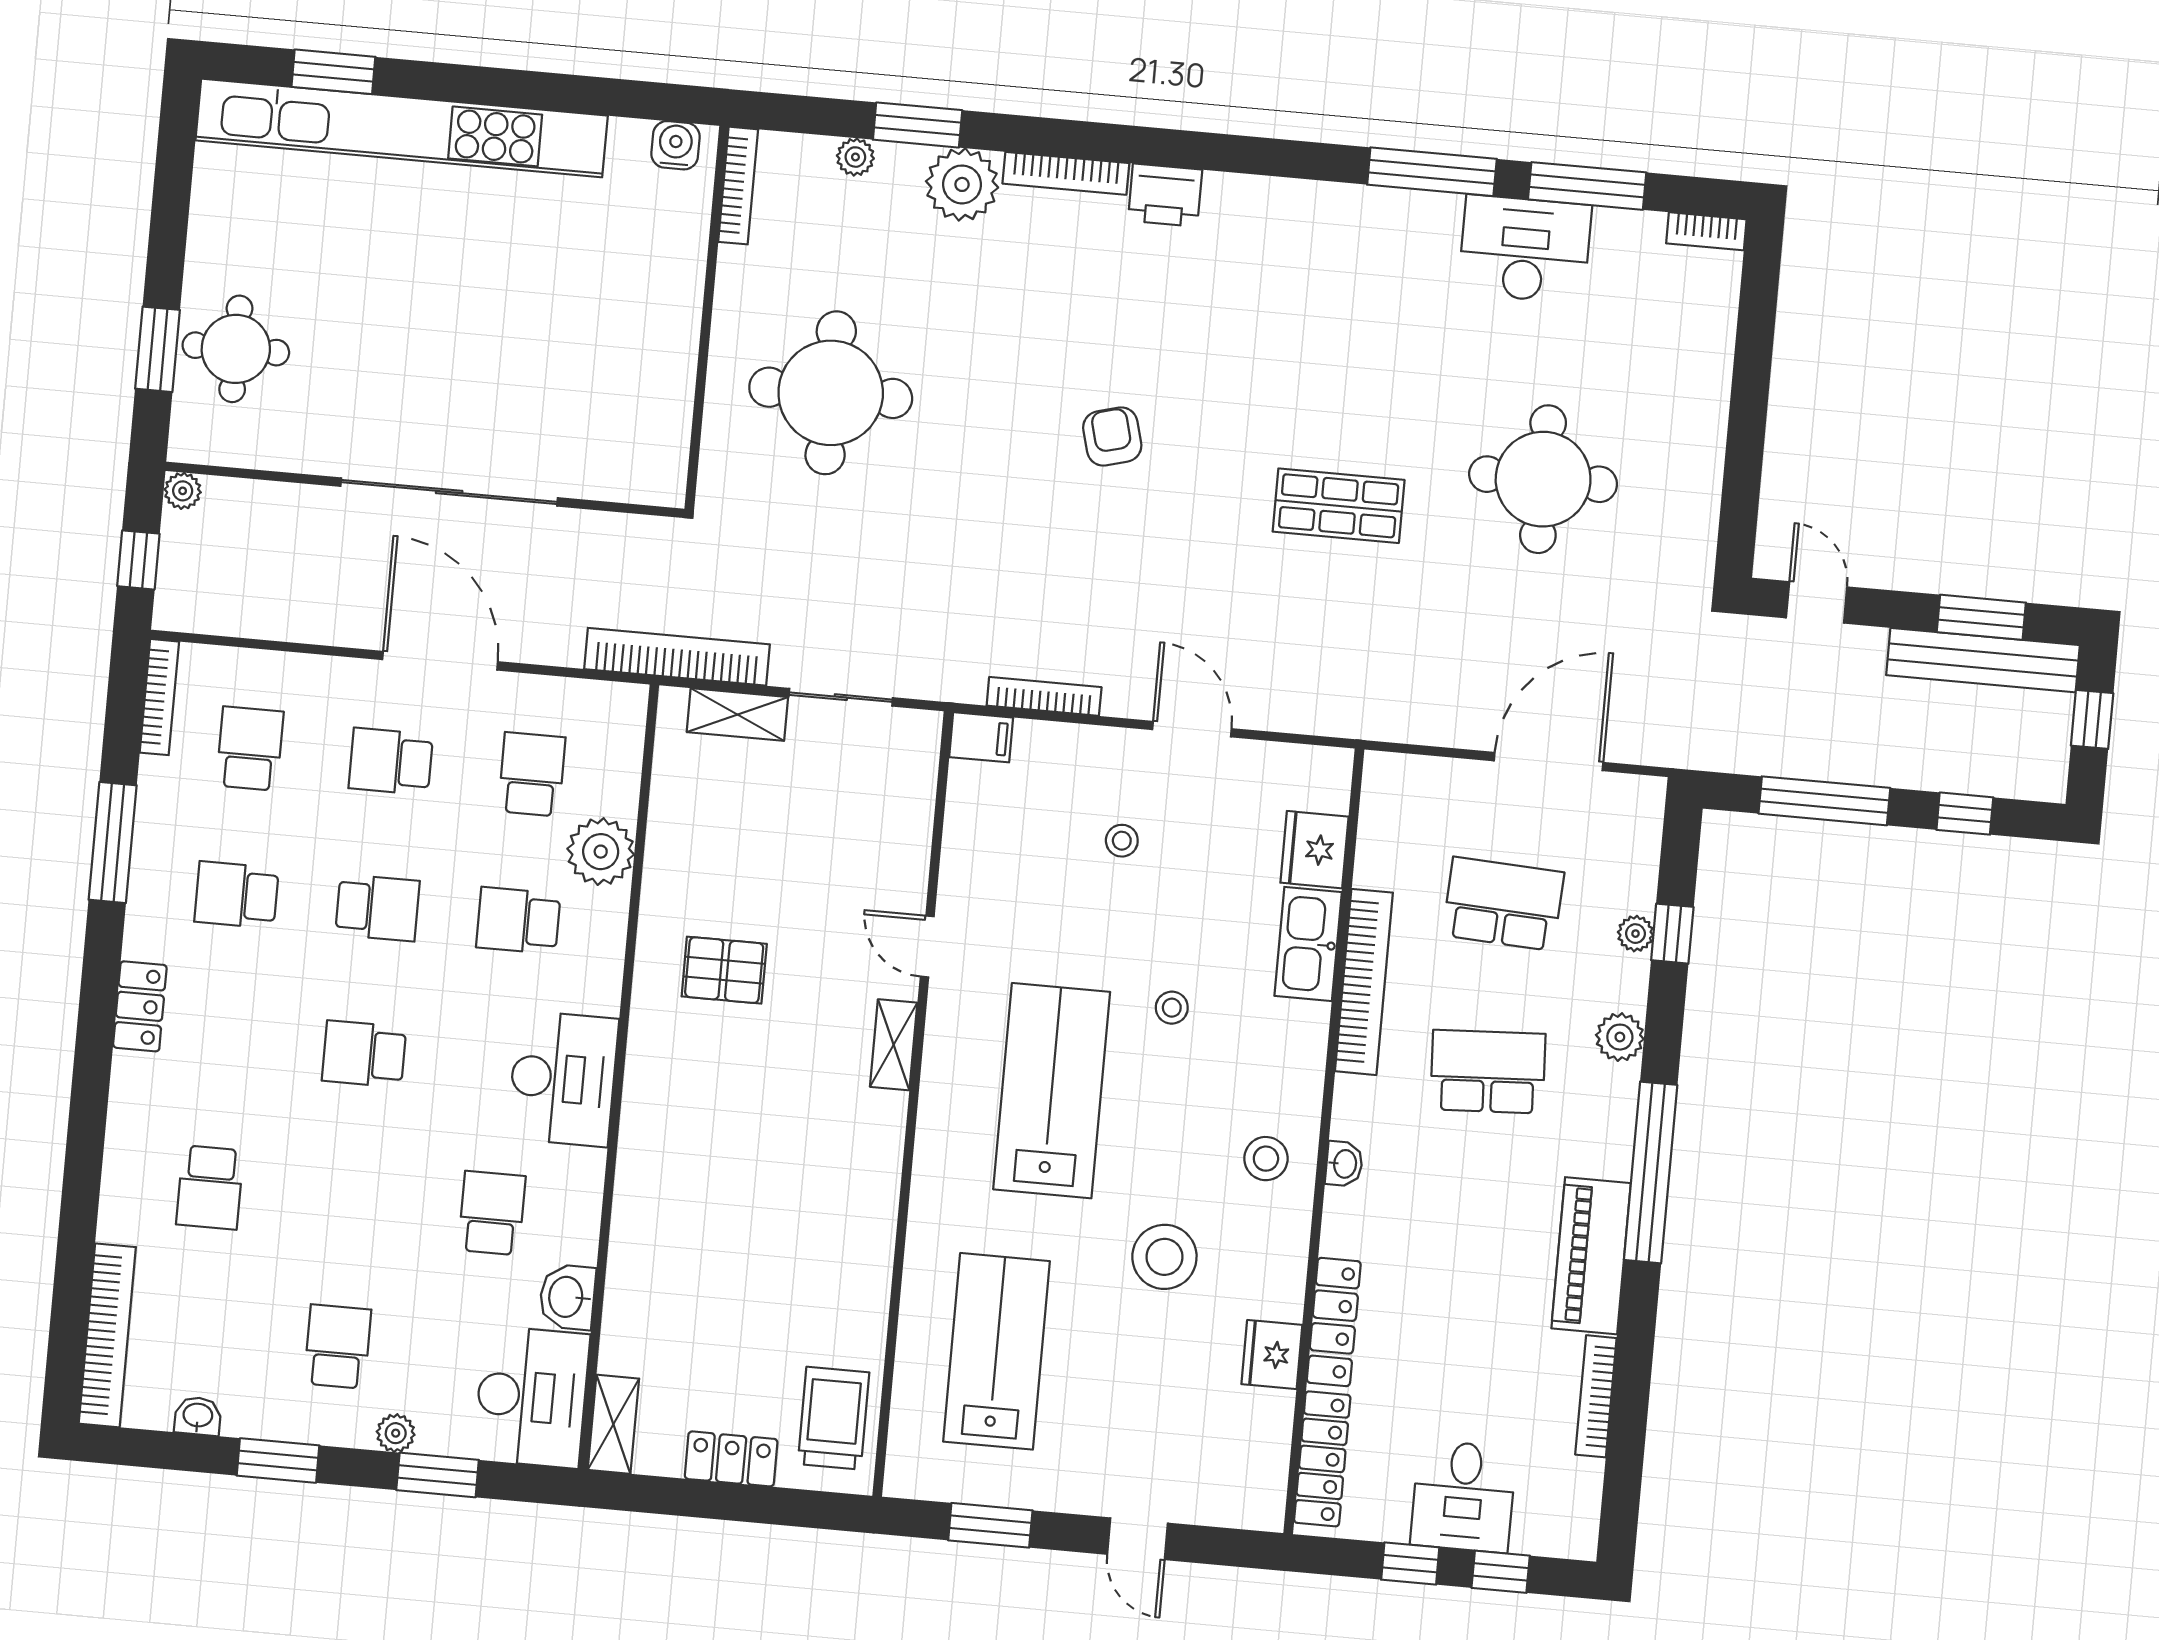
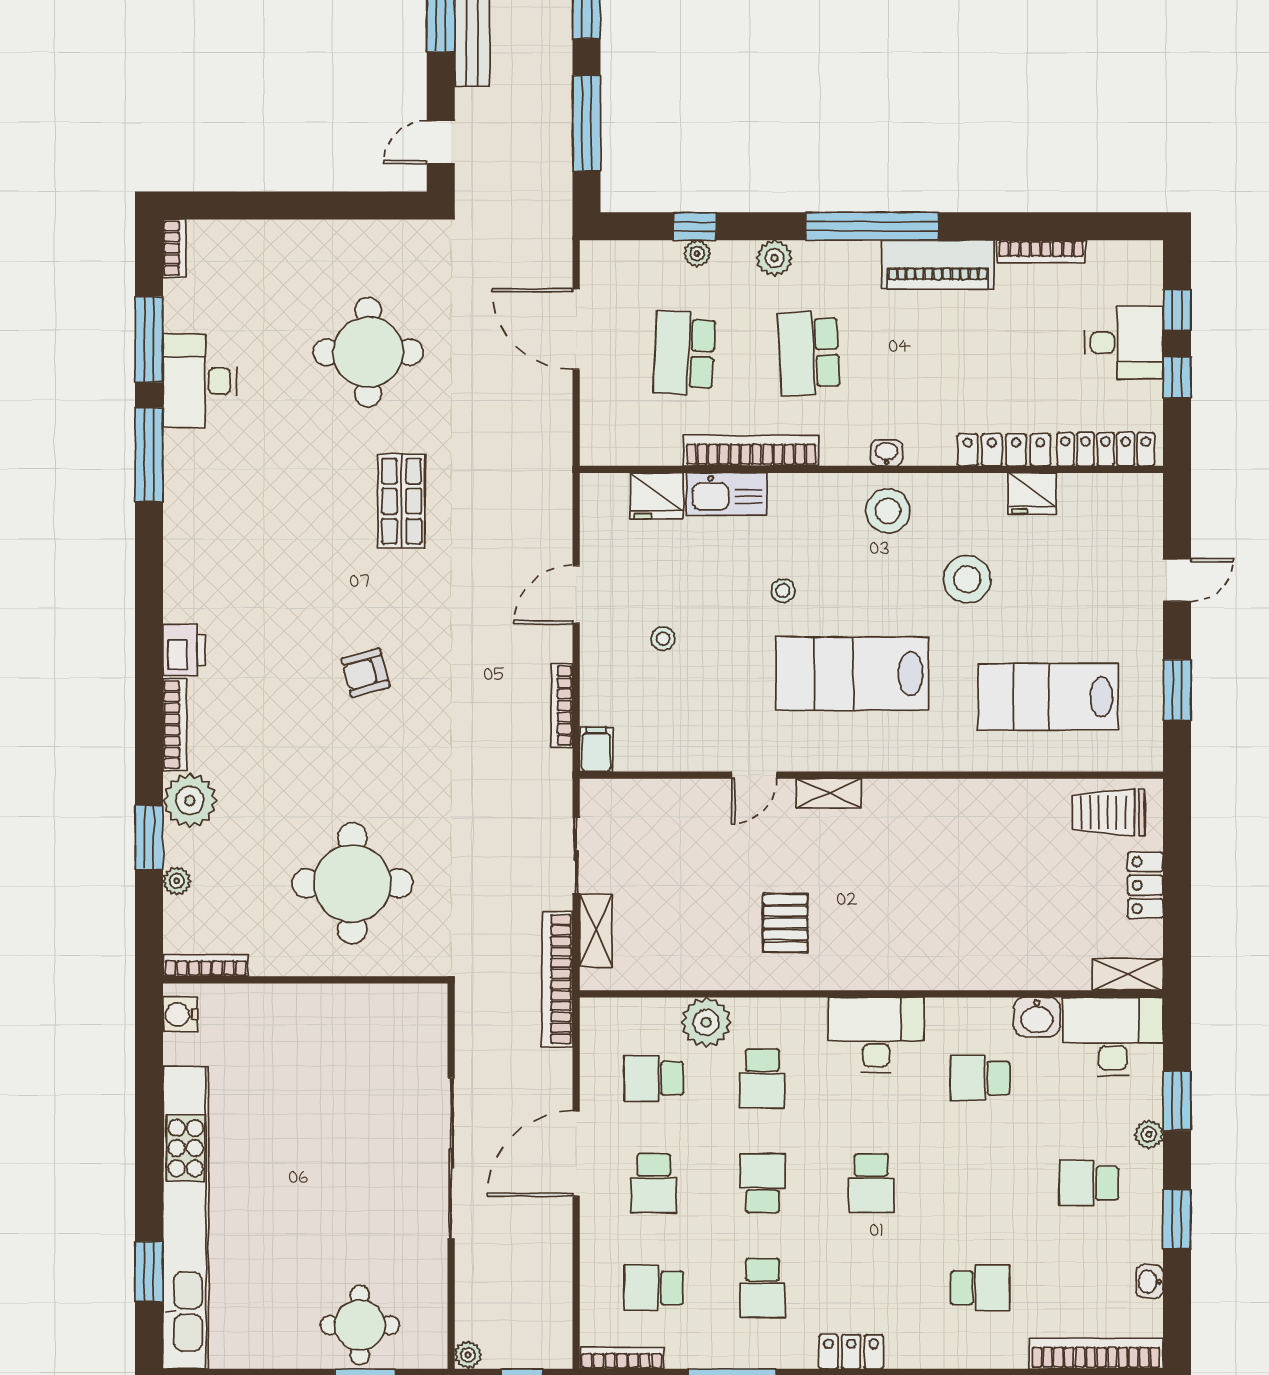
stool: (1266, 1159) -> (888, 511), width x1.38, depth x1.38

